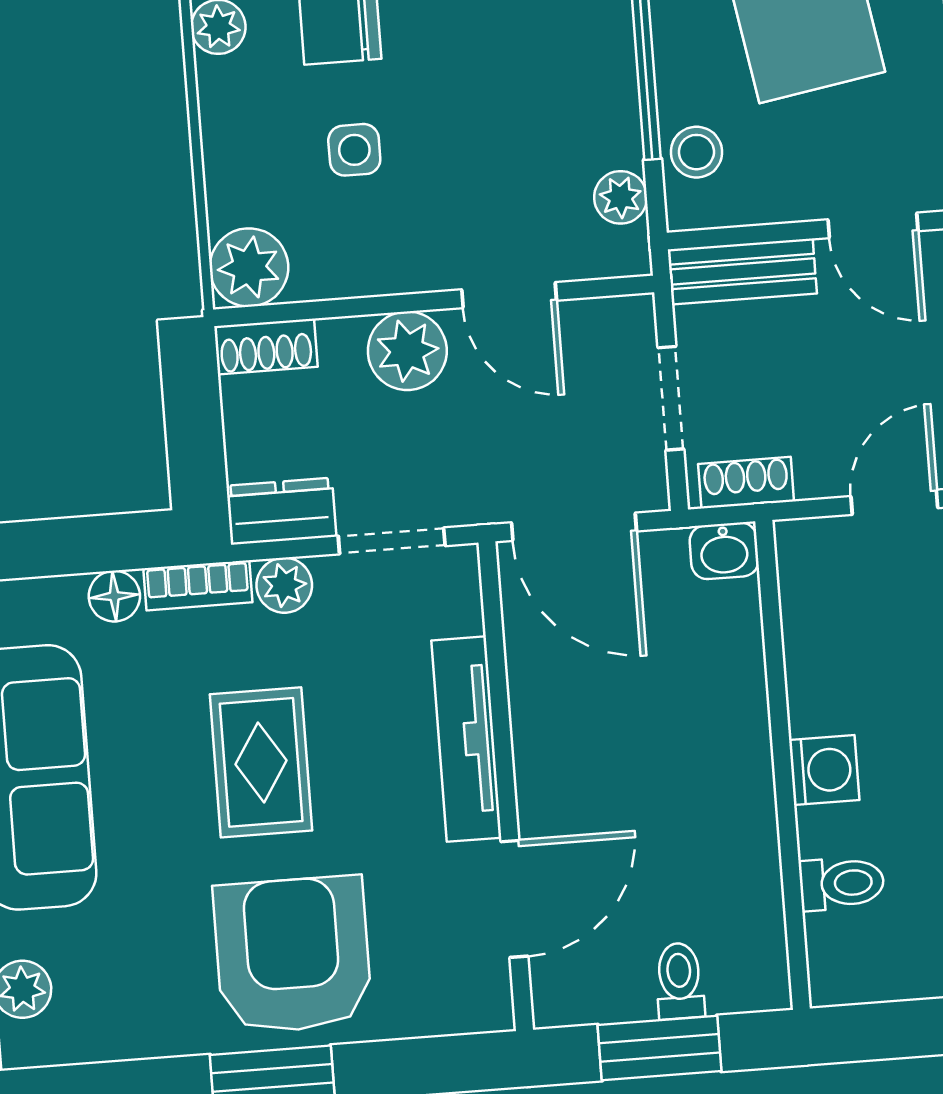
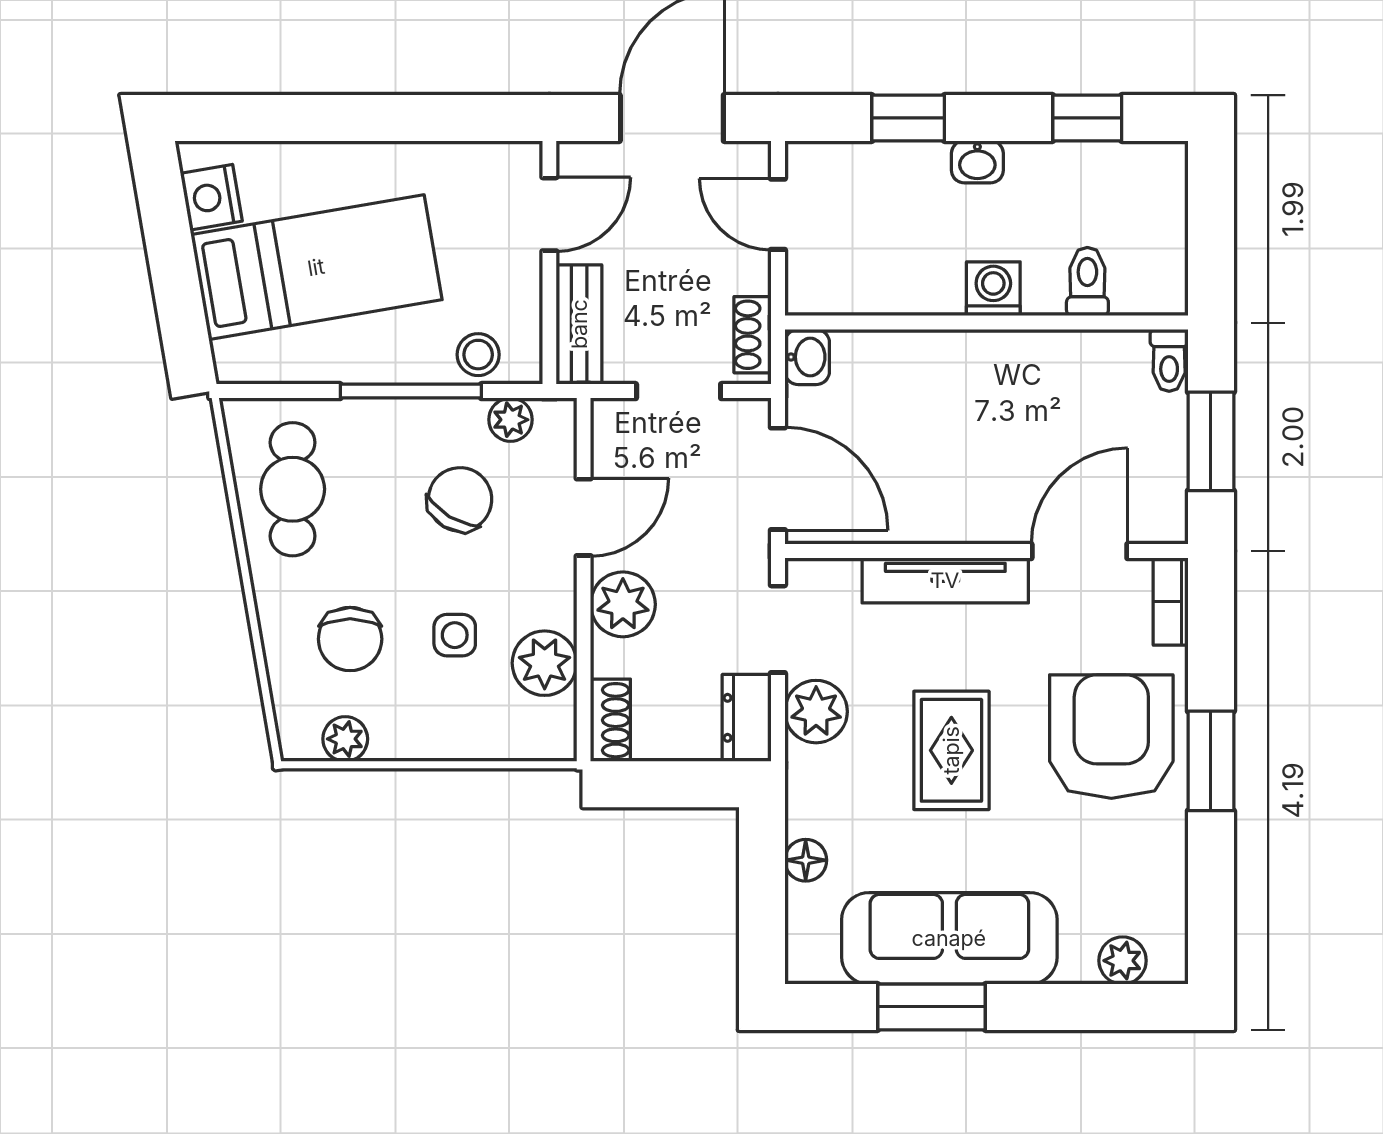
chair: (519, 144) -> (460, 499), added
plant: (249, 267) -> (545, 663), moved
door: (574, 527) -> (778, 479), hinge flipped
bookcase: (198, 585) -> (1171, 602), moved, turned 180
plant: (284, 585) -> (816, 712), width x1.38, depth x1.38
rug: (261, 762) -> (951, 750), turned 90
door: (514, 899) -> (1079, 551), hinge flipped
armchair: (293, 955) -> (1111, 737), turned 90
toilet: (680, 981) -> (1169, 360), moved, turned -90

